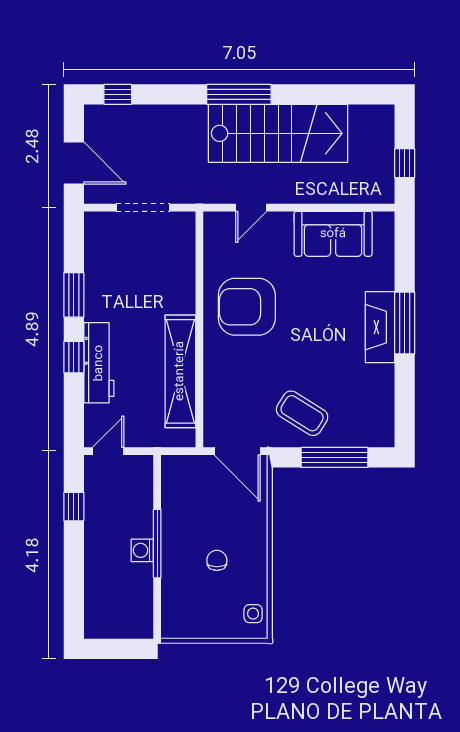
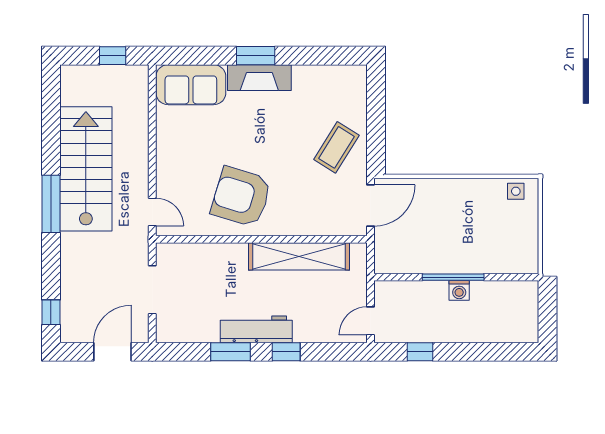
door: (251, 208) -> (152, 212), moved
sofa: (333, 234) -> (191, 85), moved, turned 90
armchair: (247, 307) -> (241, 197), turned 107
window: (405, 323) -> (256, 56), width x0.69
workbench: (99, 363) -> (256, 329), moved
door: (108, 451) -> (370, 321), hinge flipped
window: (334, 457) -> (376, 118), removed
chair: (217, 560) -> (468, 224), removed

